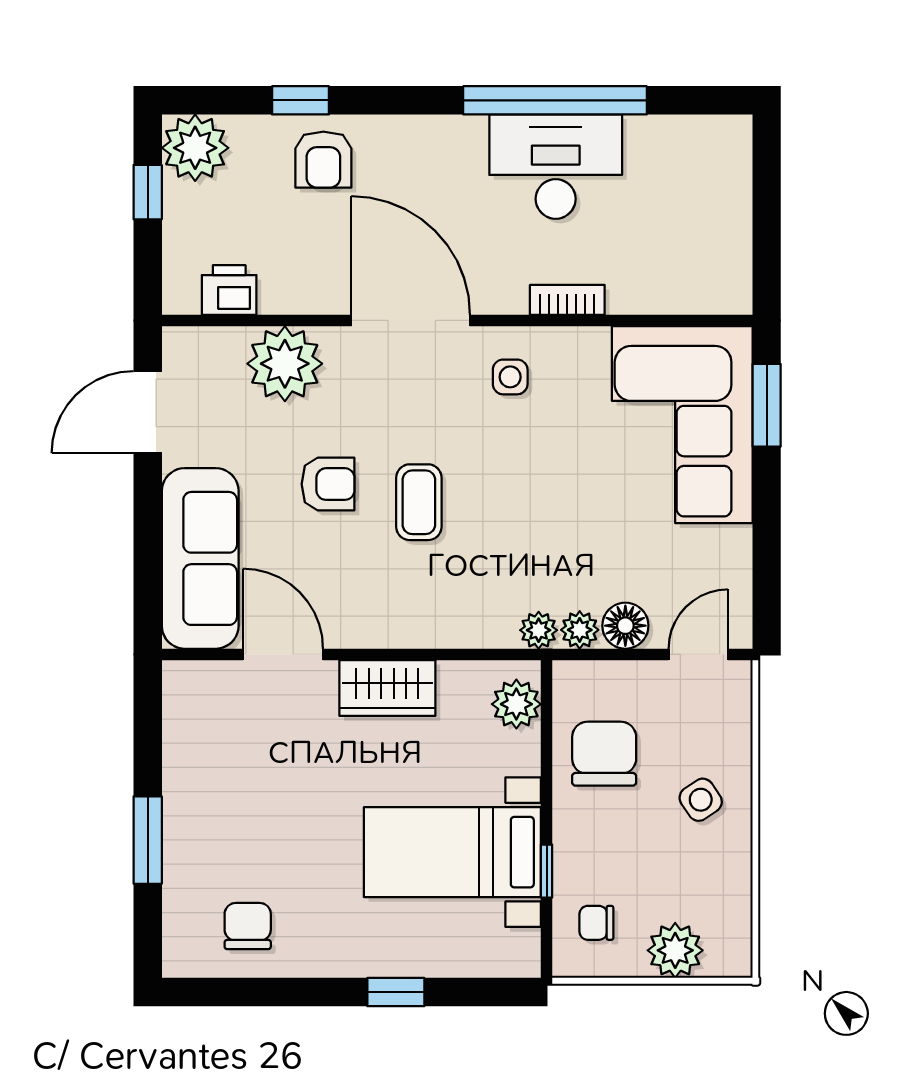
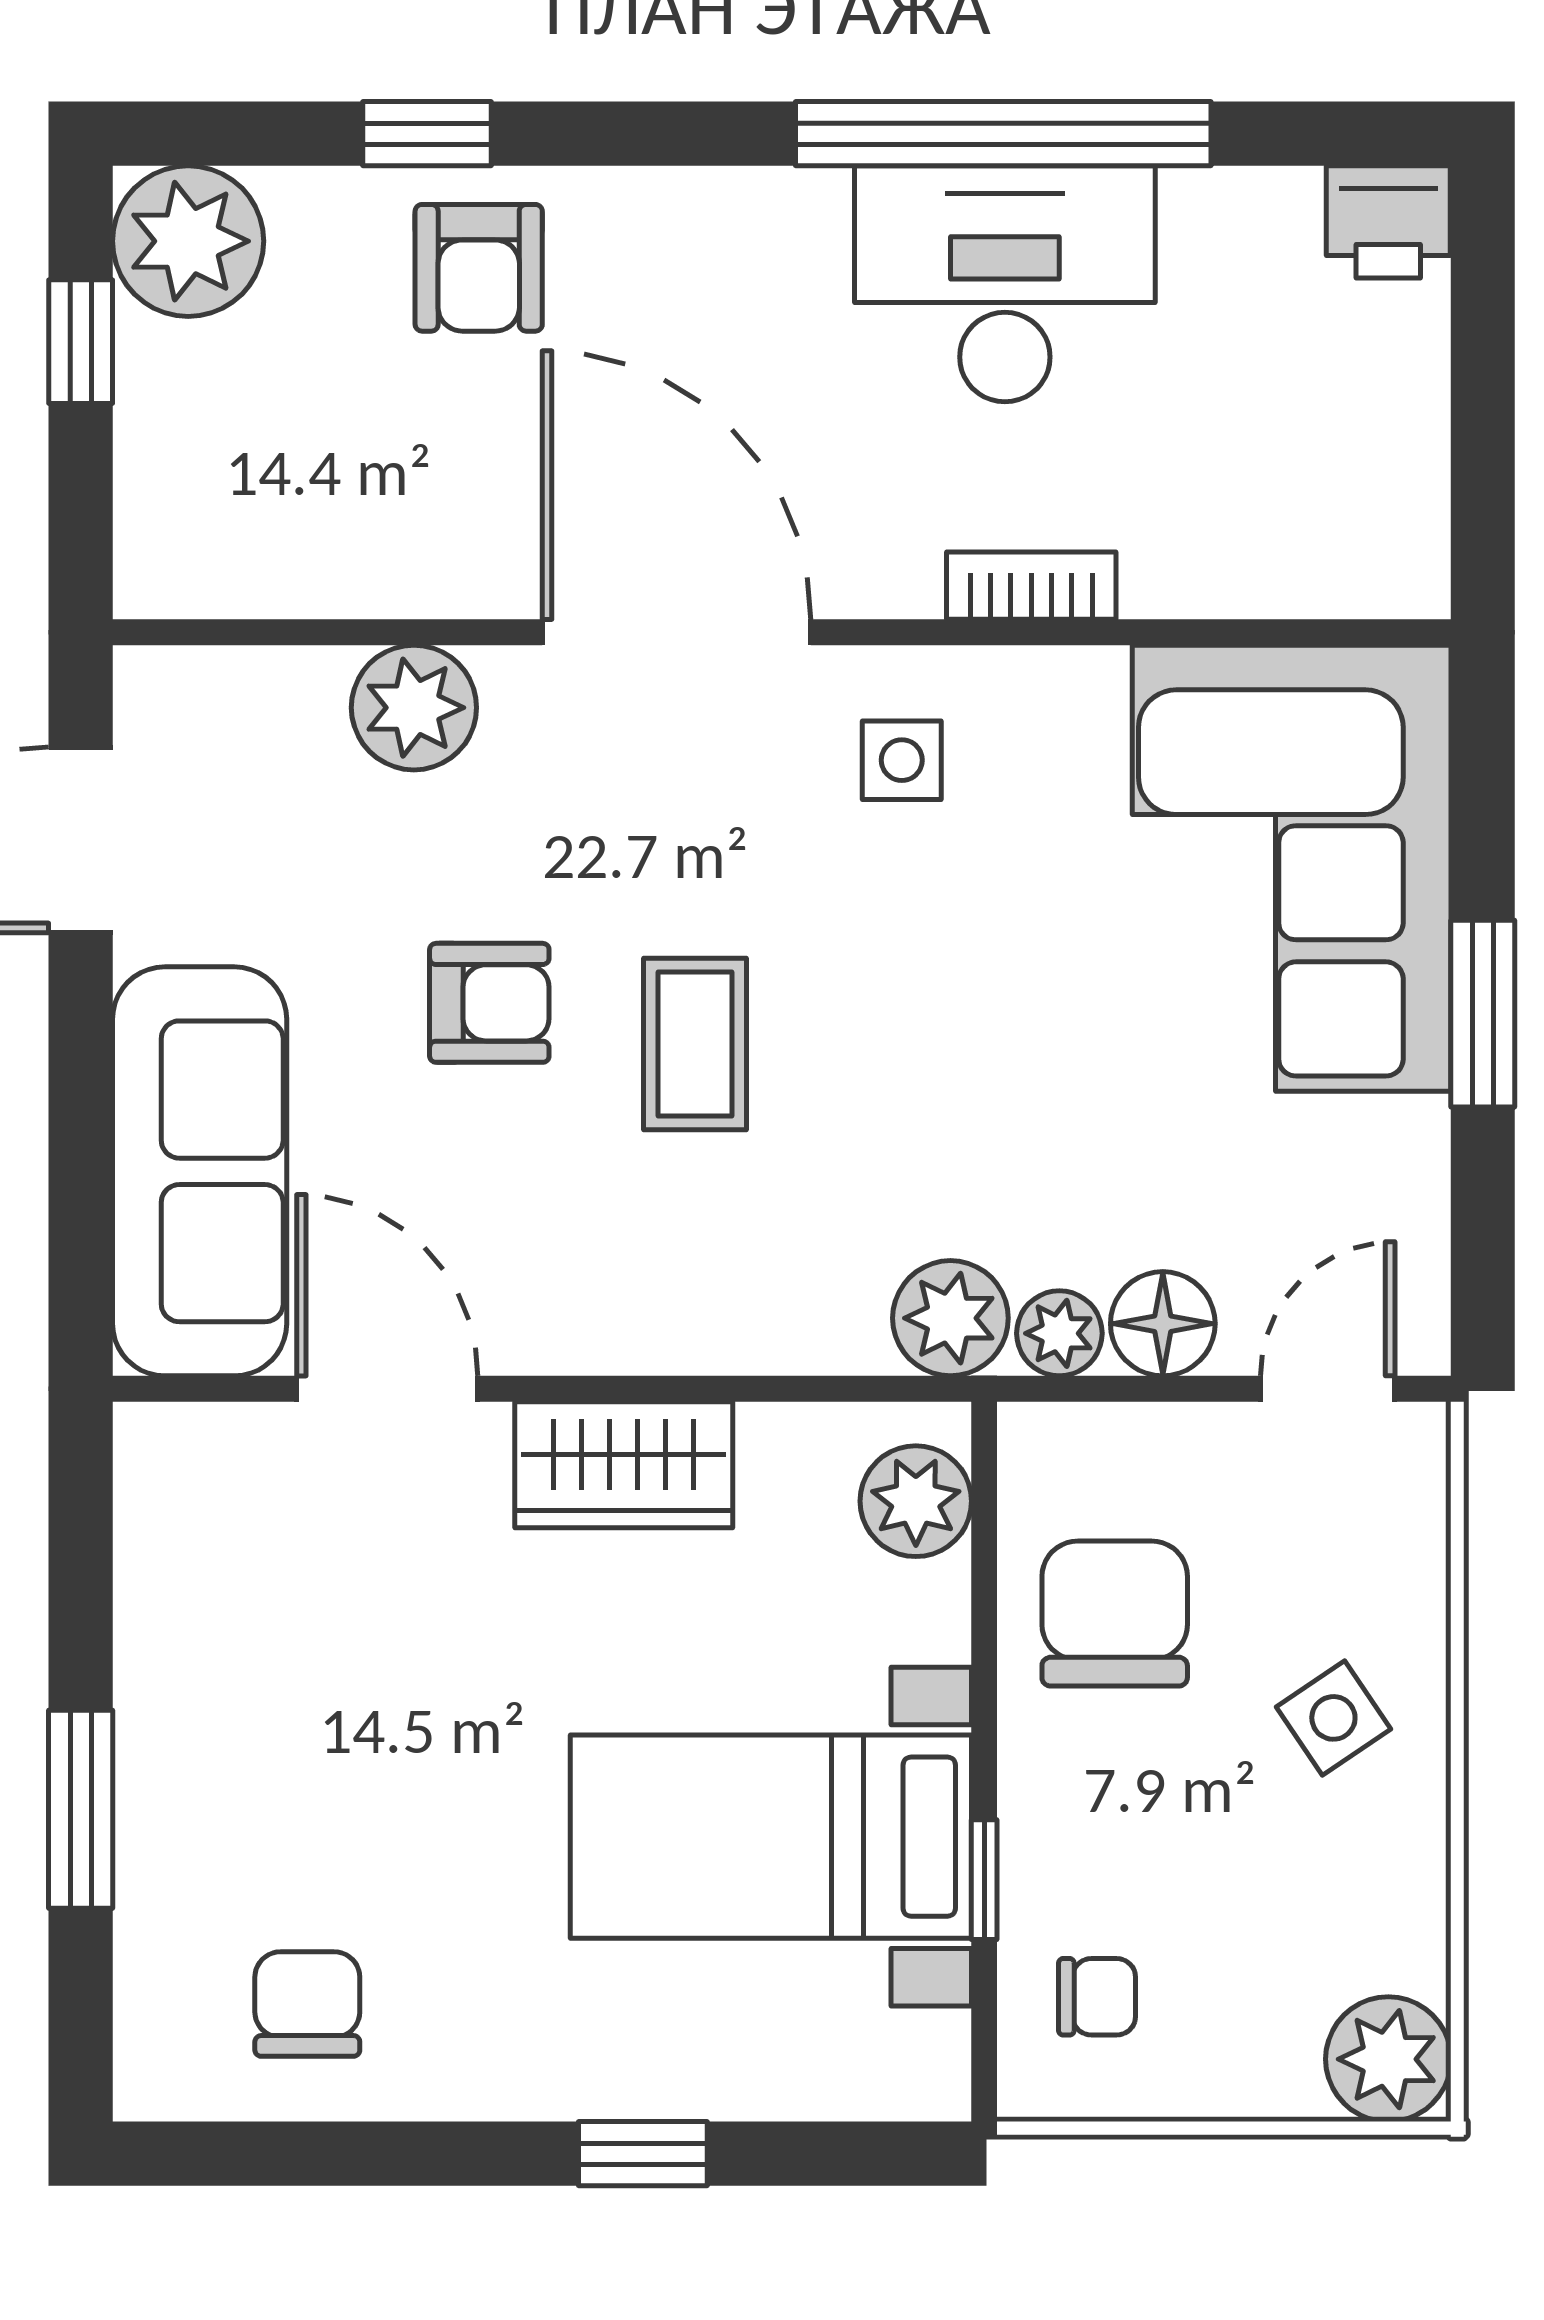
printer: (229, 290) -> (1388, 222), moved, turned 180
plant: (285, 364) -> (414, 708), width x0.73, depth x0.73
window: (767, 405) -> (1483, 1014), moved
plant: (539, 630) -> (950, 1318), width x1.38, depth x1.38
chair: (596, 923) -> (1097, 1997), turned 180
plant: (675, 950) -> (1388, 2059), moved

